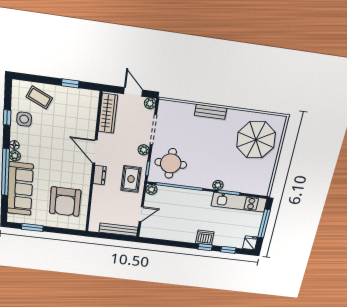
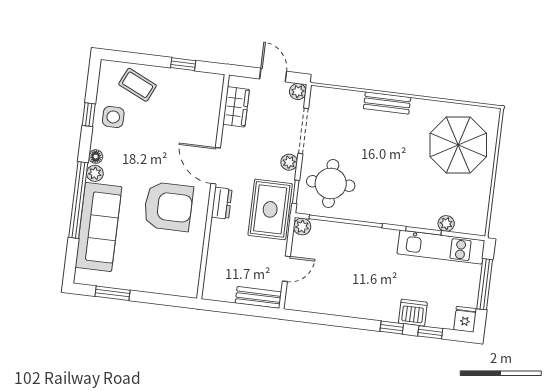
wardrobe: (108, 113) -> (236, 107), width x0.67
rug: (131, 179) -> (270, 209), width x1.36, depth x1.43
plant: (218, 185) -> (446, 223), moved
armchair: (65, 202) -> (168, 207), moved, turned -90
bench: (119, 230) -> (258, 297), width x0.73
dishwasher: (205, 238) -> (413, 313), moved

